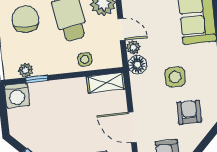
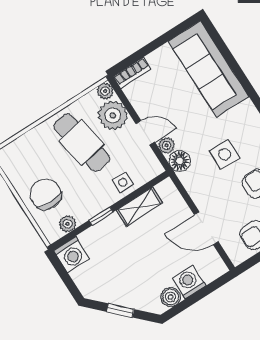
chair: (25, 19) -> (46, 194), moved
window: (37, 79) -> (101, 216), moved
shelving: (106, 83) -> (139, 207), moved

